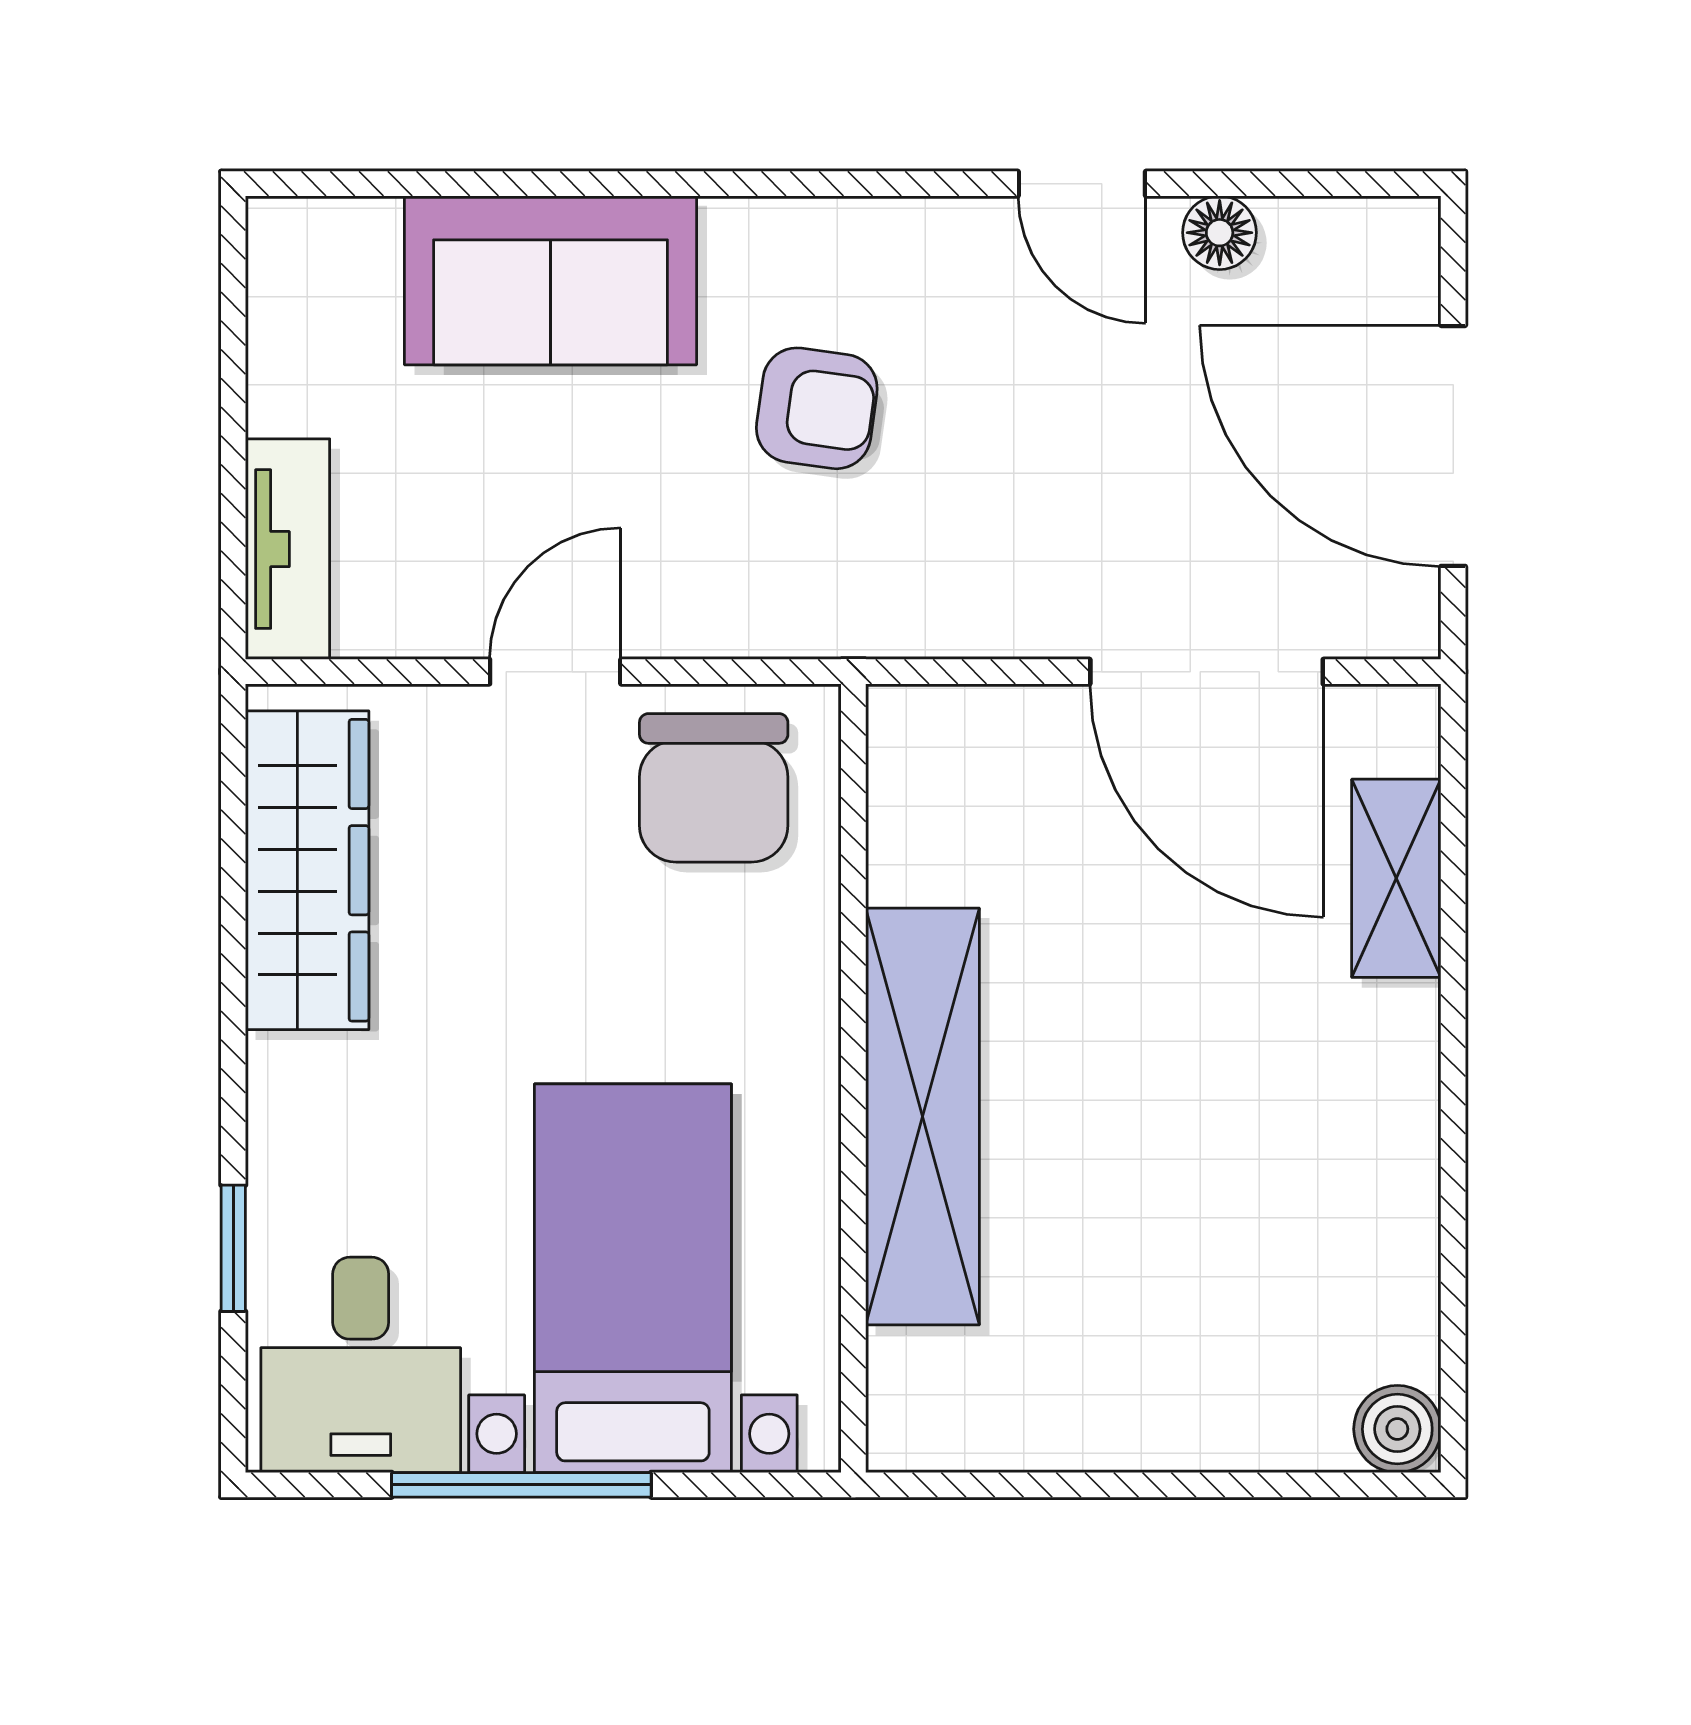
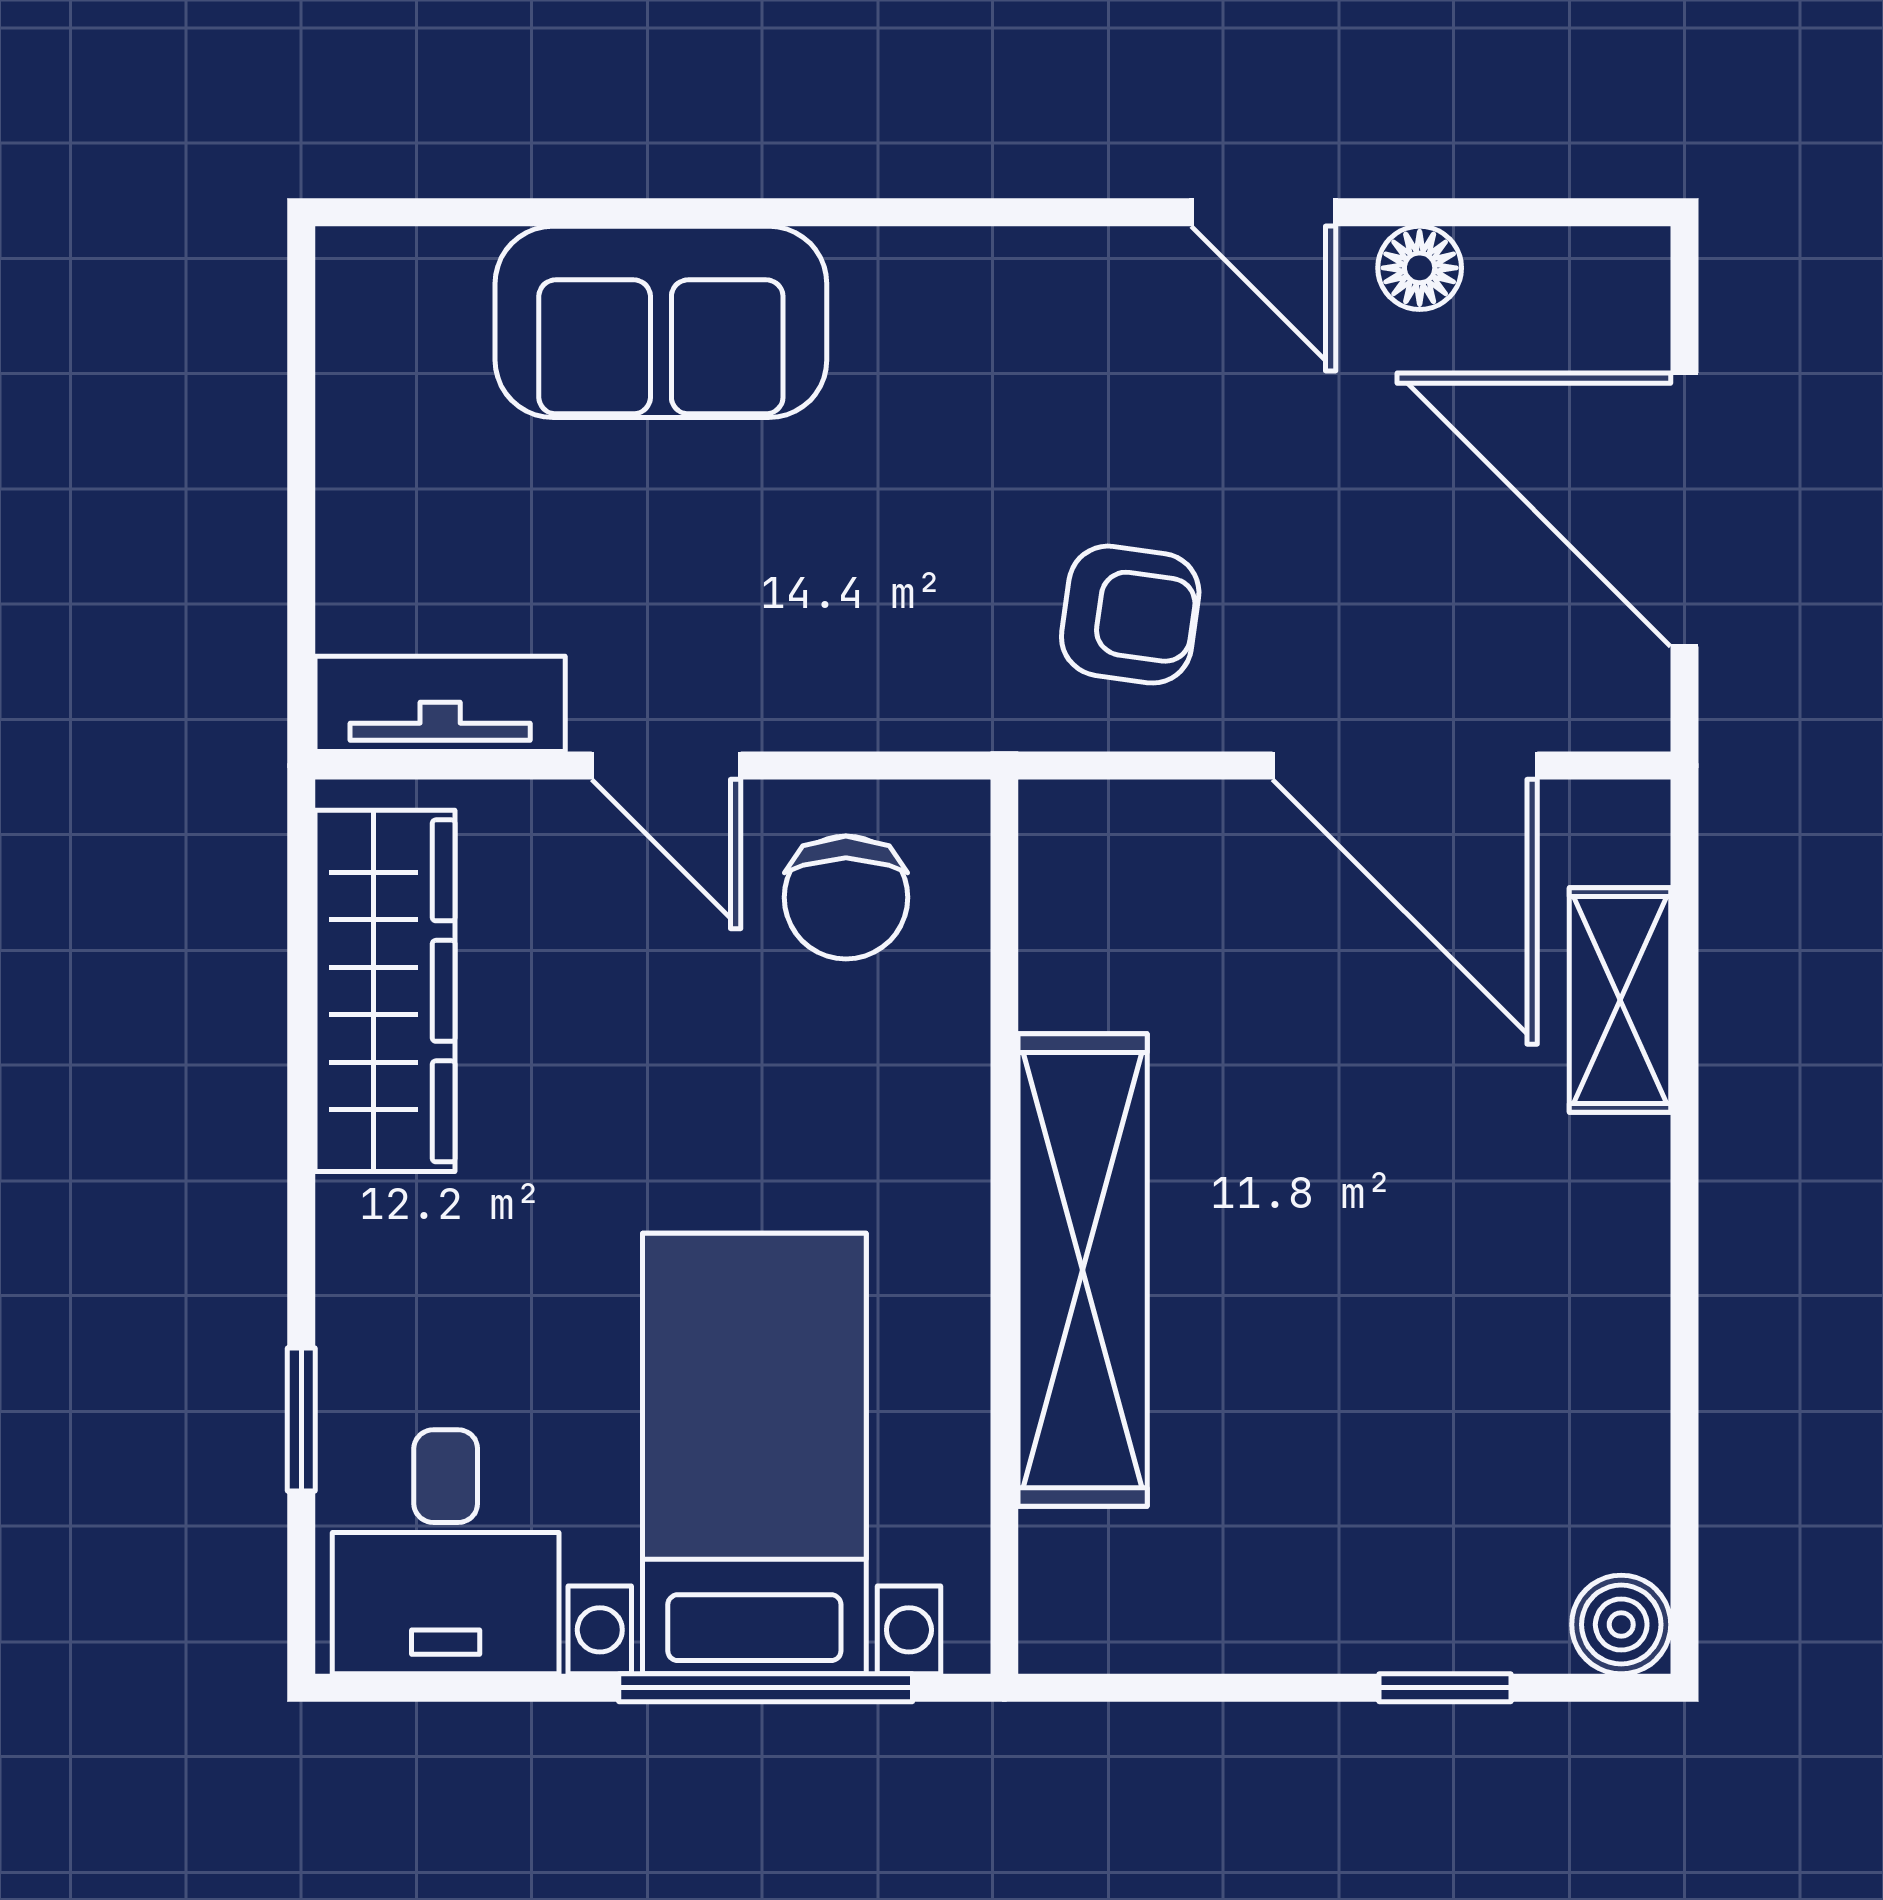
armchair: (817, 408) -> (1130, 615), moved
tv unit: (288, 549) -> (440, 704), moved, turned -90
door: (555, 672) -> (666, 766), swing flipped
chair: (714, 788) -> (846, 897), width x0.73, depth x0.73
window: (521, 1485) -> (766, 1688), moved
window: (1242, 1485) -> (1445, 1688), added

